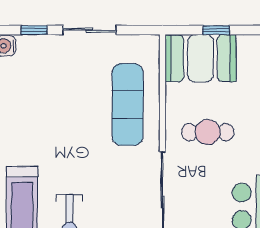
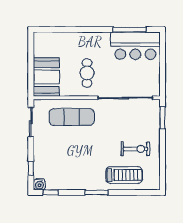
sliding door: (90, 30) -> (31, 122), moved
window: (216, 30) -> (31, 68), removed

